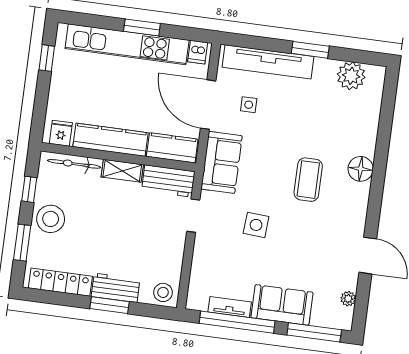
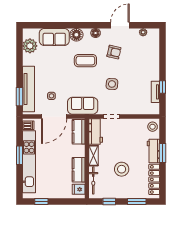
window: (310, 50) -> (19, 97), moved
kitchen counter: (110, 140) -> (79, 170), width x0.67
floor lamp: (359, 206) -> (96, 33), added
stool: (51, 219) -> (122, 169), moved
armchair: (317, 237) -> (114, 52), added
sofa: (282, 305) -> (54, 37), moved, turned -90
window: (237, 322) -> (163, 87), width x0.32
window: (314, 332) -> (163, 47), removed

